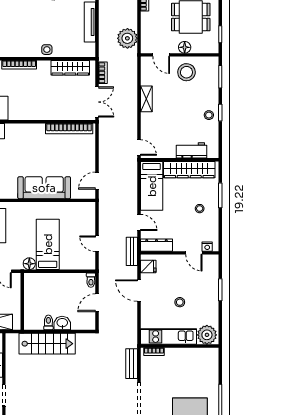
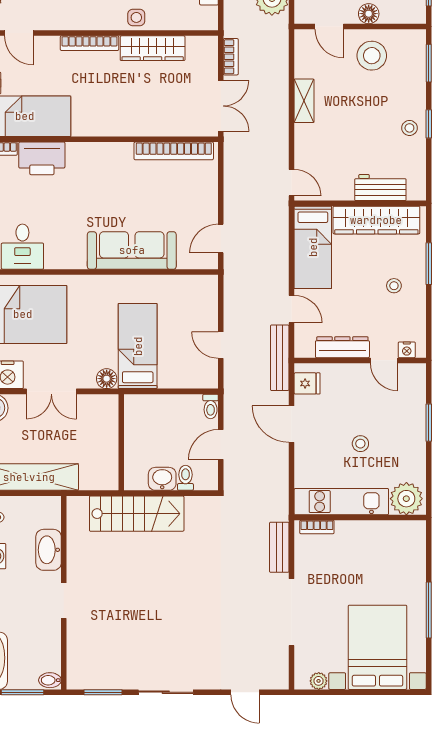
wardrobe: (70, 68) -> (153, 48), moved
dresser: (156, 245) -> (342, 347), moved
bench: (132, 251) -> (280, 358), width x1.36
wall: (22, 301) -> (121, 442), moved
toilet: (48, 322) -> (185, 478), moved

